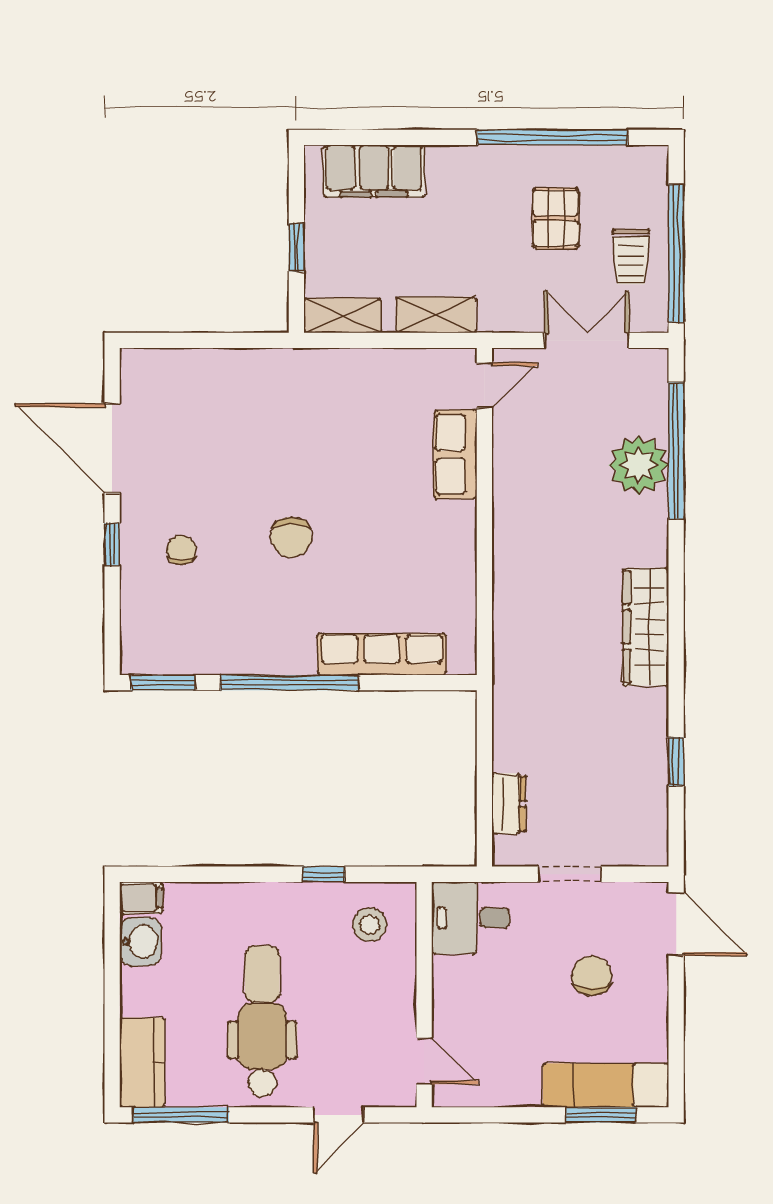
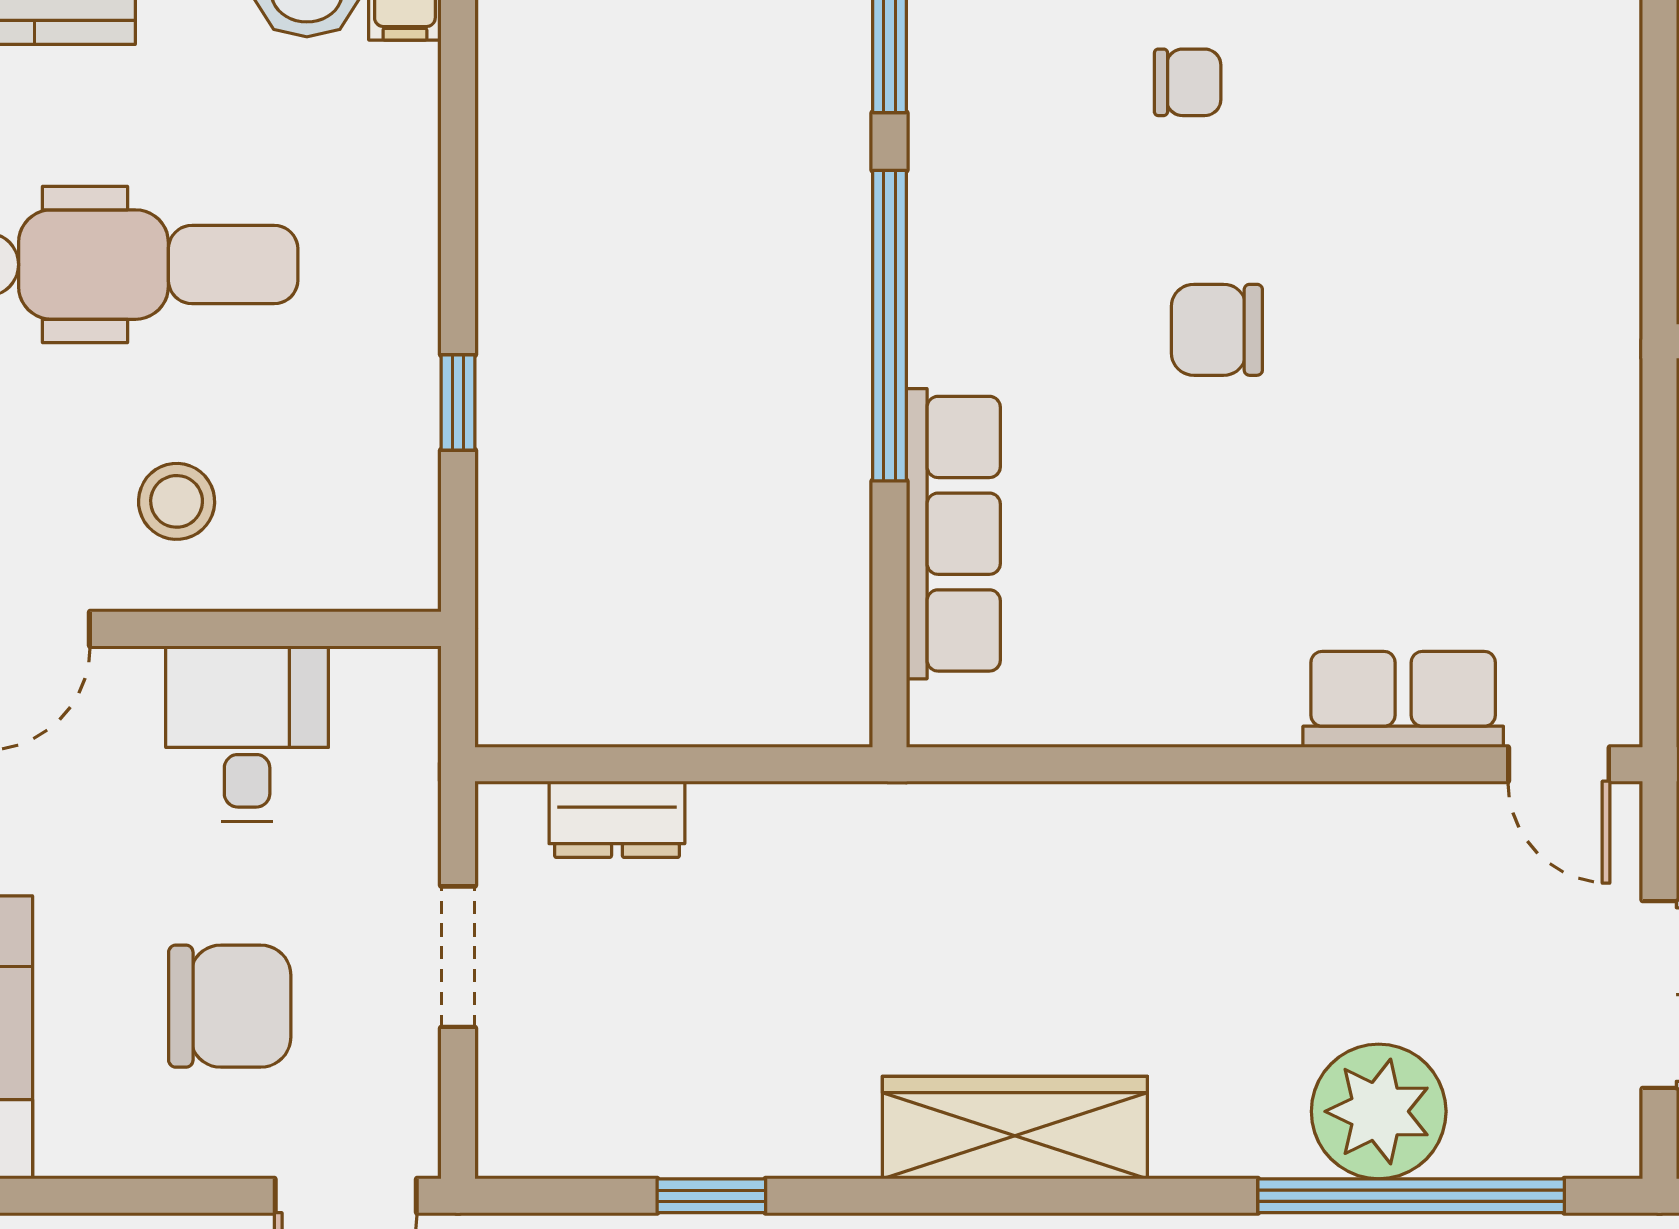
desk: (471, 918) -> (247, 733), moved
stool: (370, 924) -> (177, 501), moved
chair: (592, 976) -> (230, 1006), width x1.37, depth x1.37

